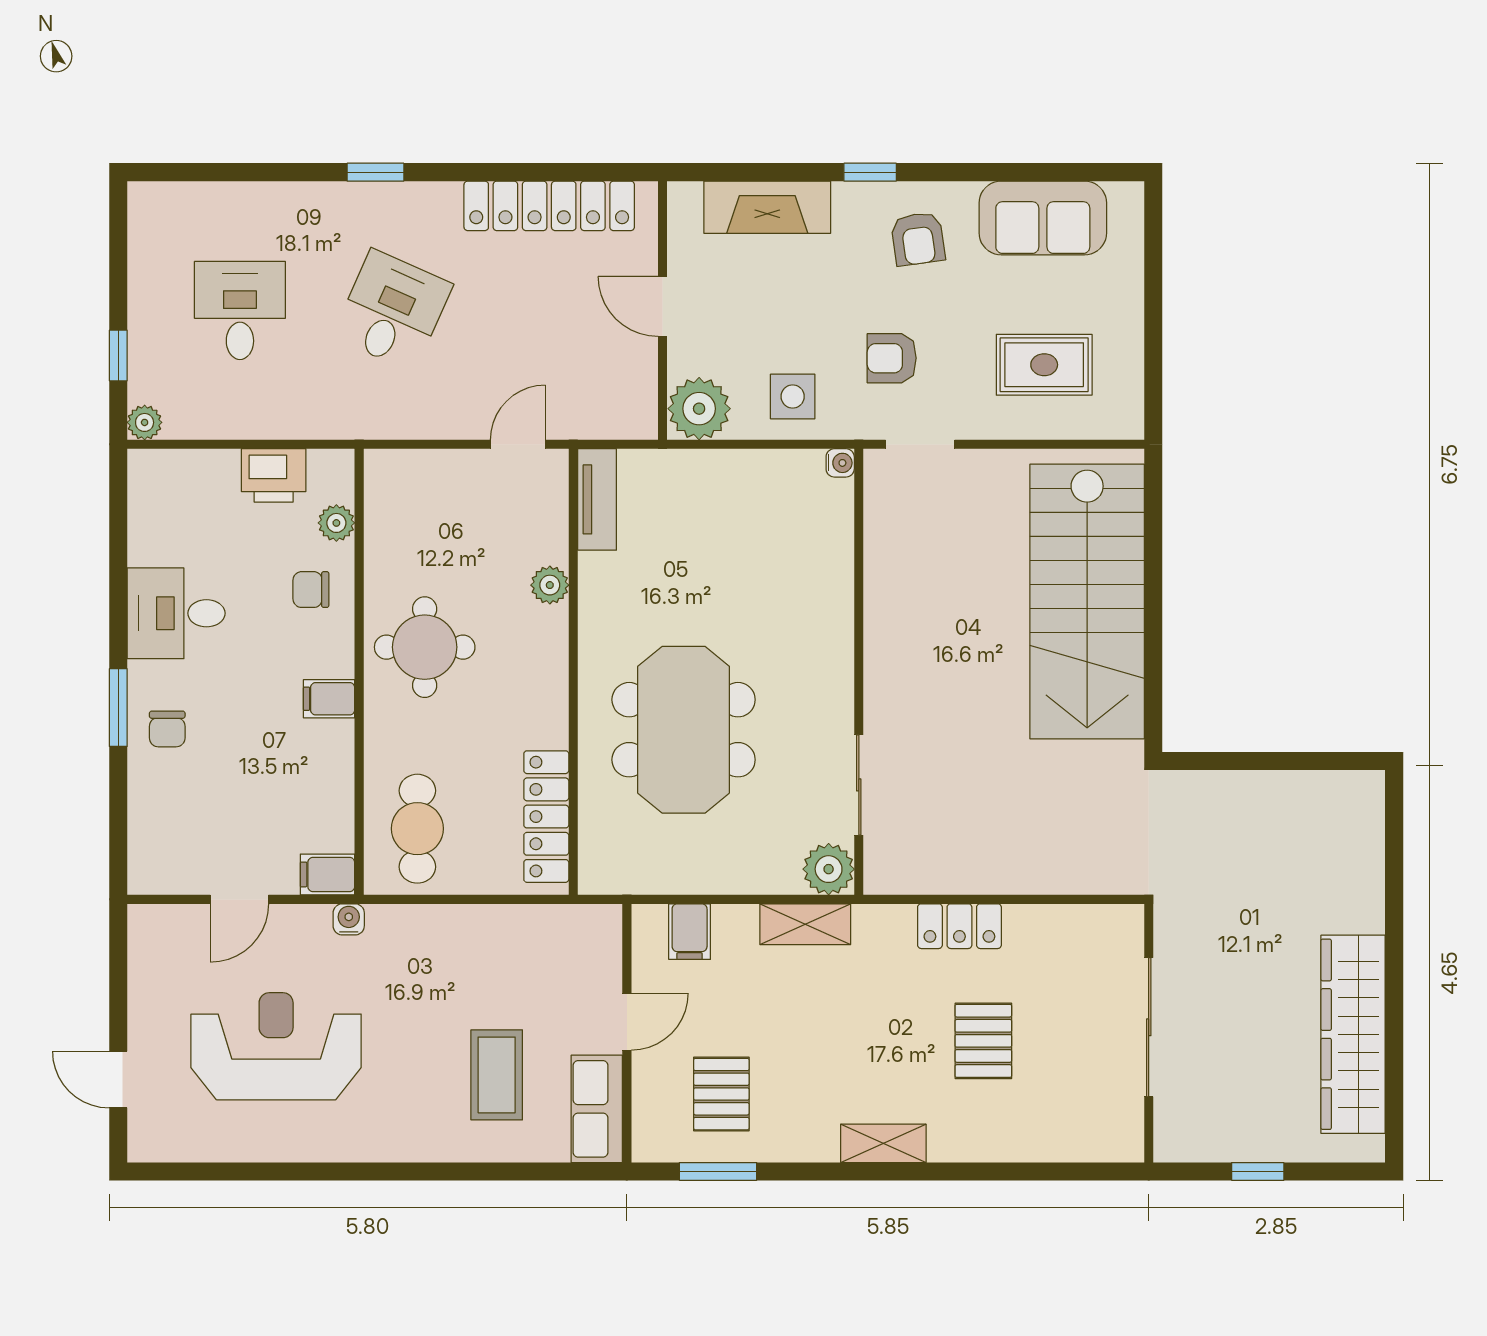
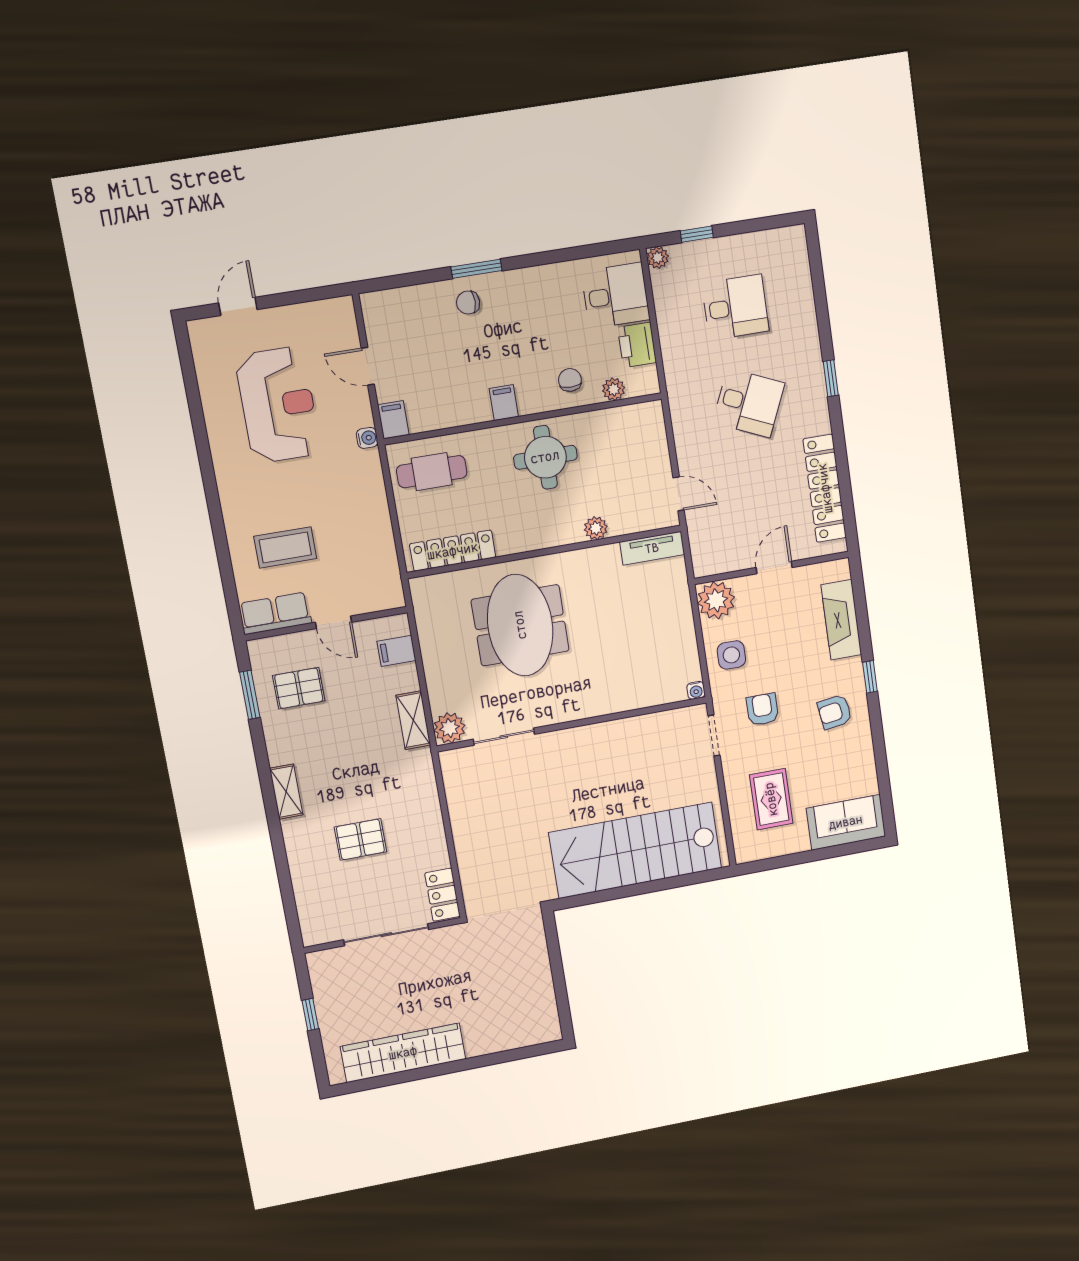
sofa: (1043, 218) -> (846, 822), moved, turned 90
desk: (176, 613) -> (616, 296), moved, turned 90
meeting table: (684, 730) -> (520, 625), turned 90
locker: (959, 926) -> (442, 895), moved

